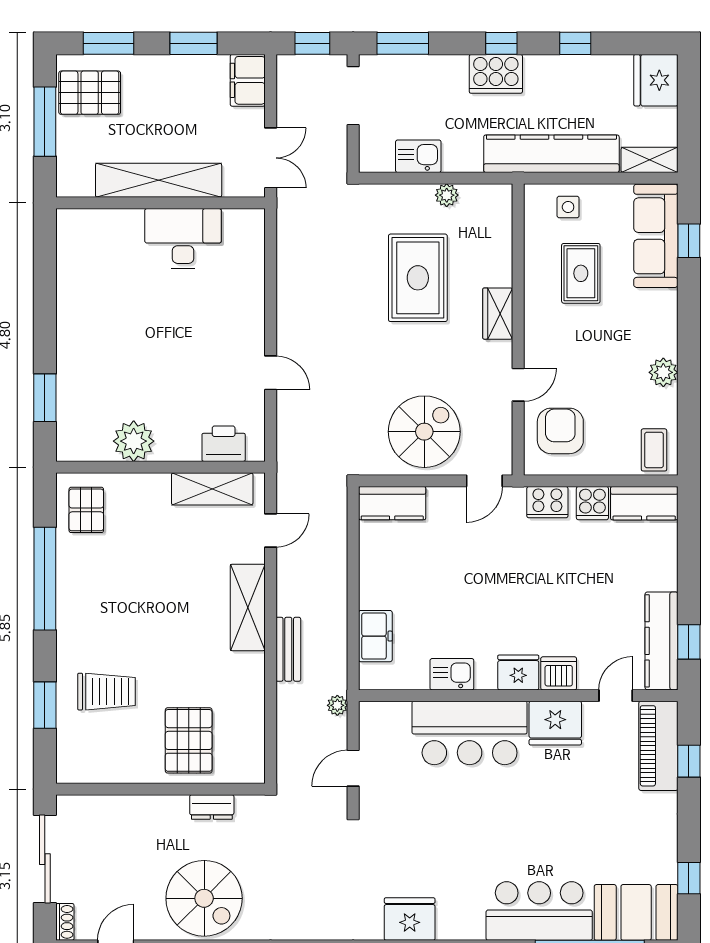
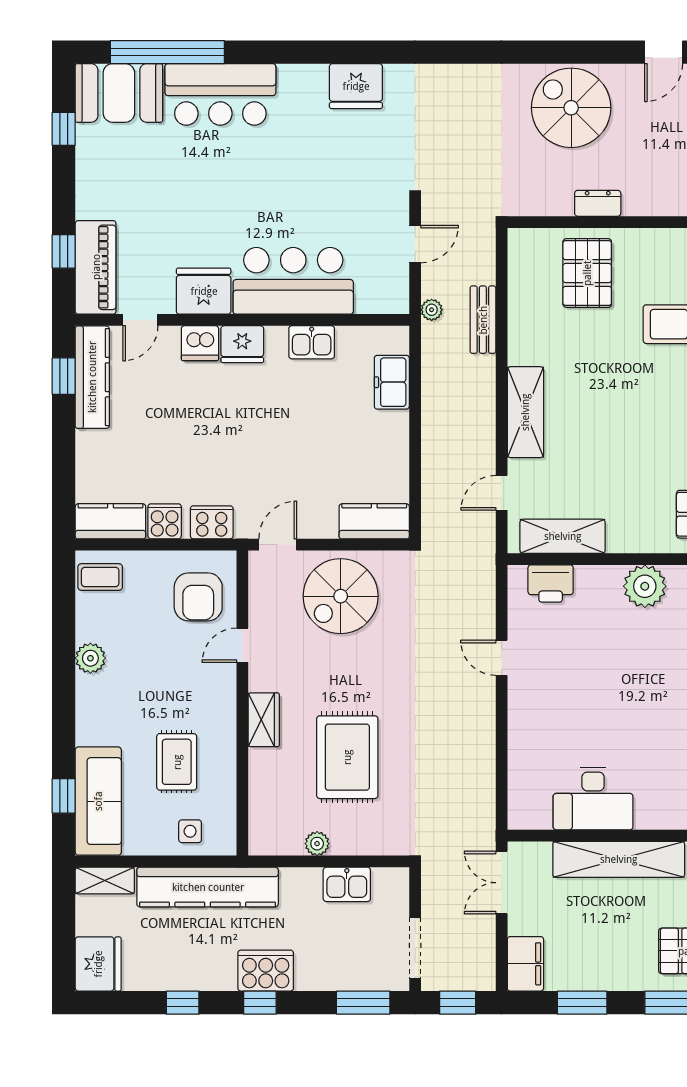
coffee table: (654, 450) -> (100, 577), turned 90
bench: (288, 649) -> (483, 320), moved
dresser: (212, 807) -> (598, 203), moved

